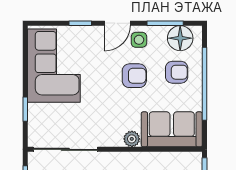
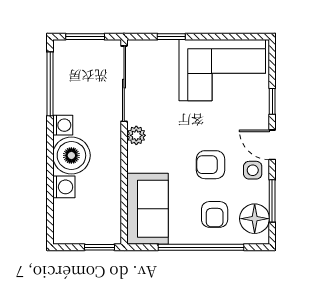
armchair: (134, 76) -> (210, 165), turned 90
plant: (132, 139) -> (136, 135), moved

